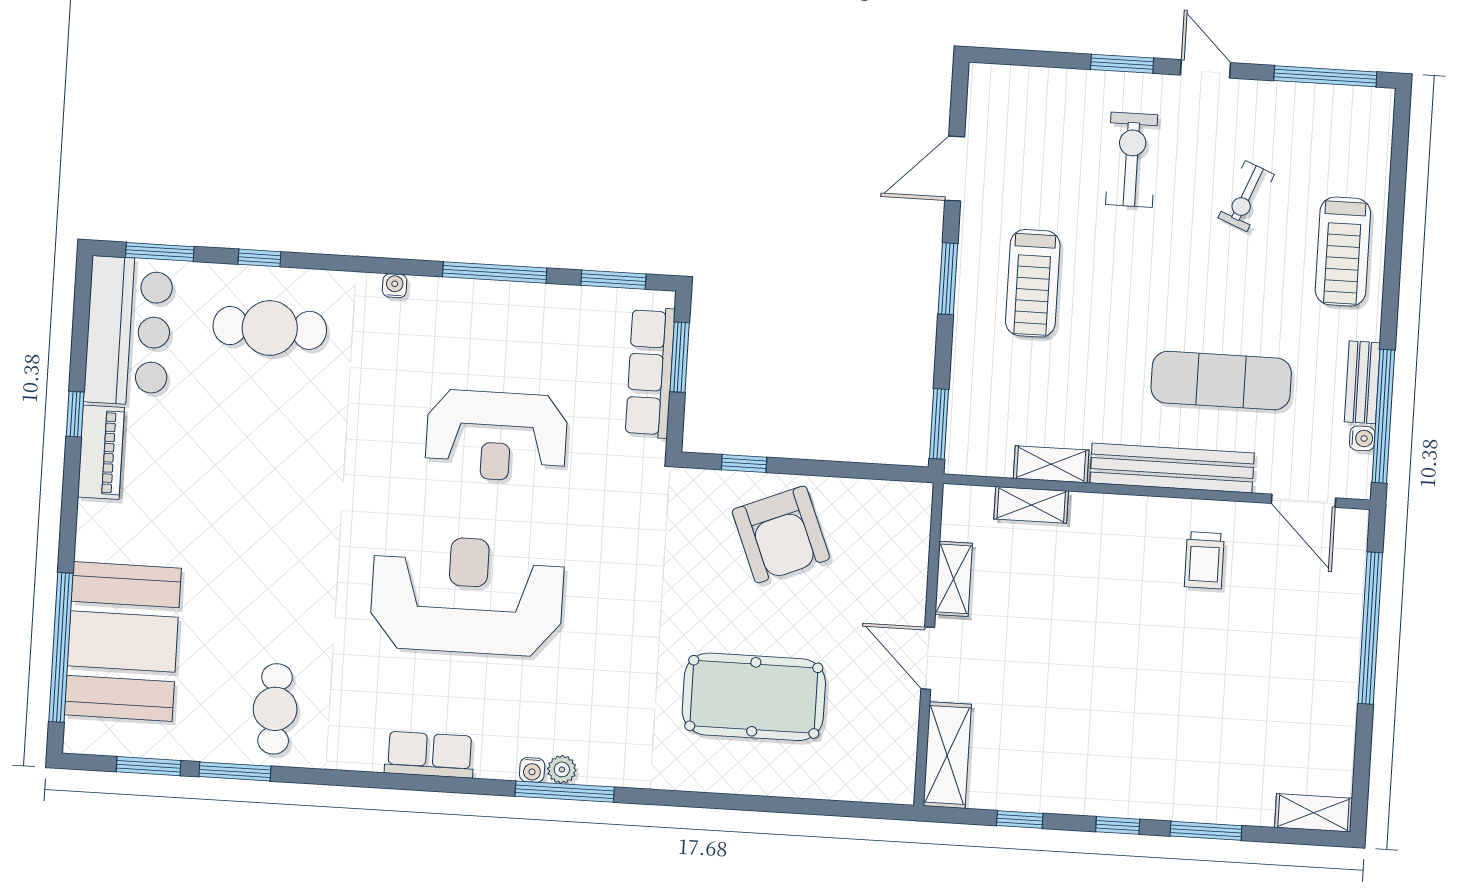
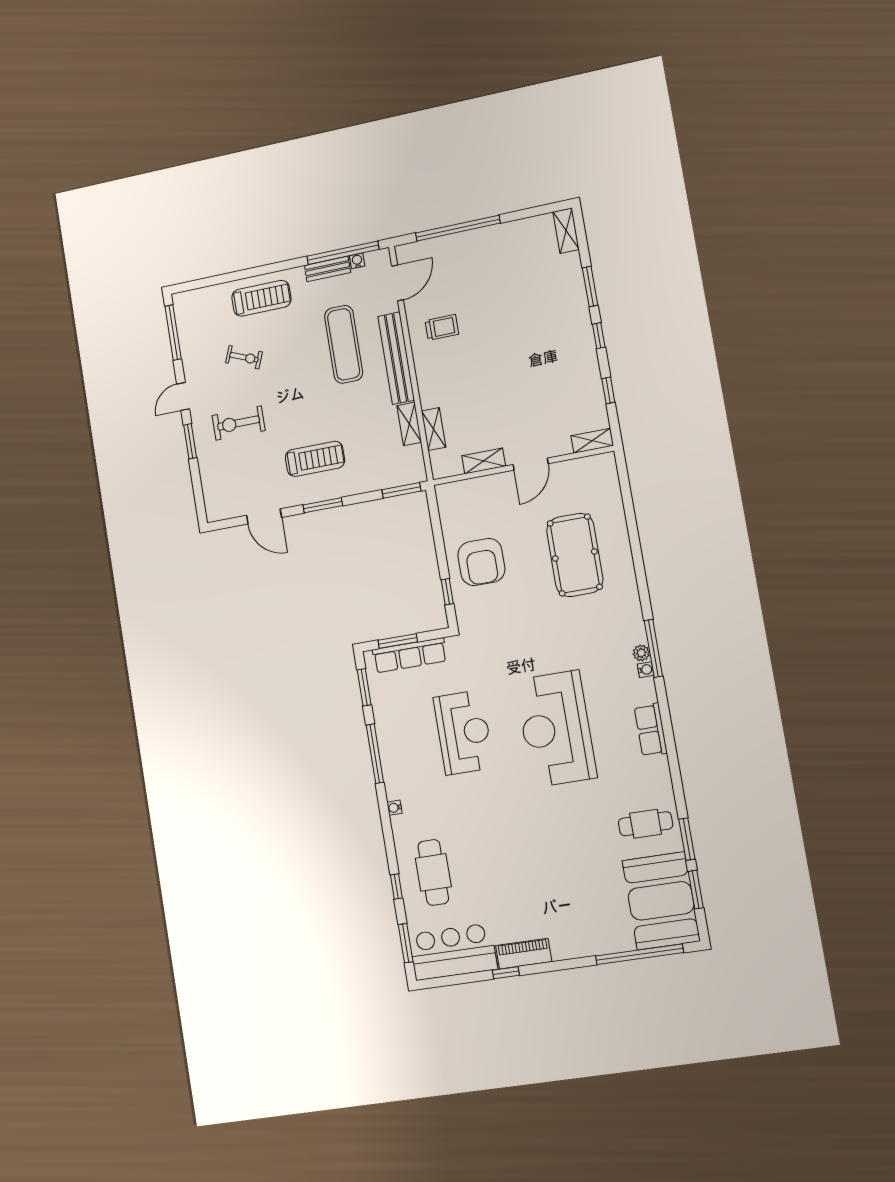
armchair: (781, 534) -> (481, 562), turned 112
booth: (123, 642) -> (661, 901), moved, turned 90
shelving: (947, 755) -> (592, 441), width x0.67, depth x0.75

